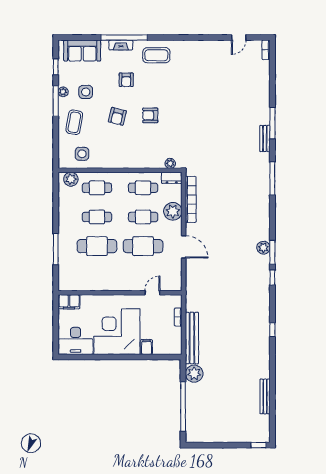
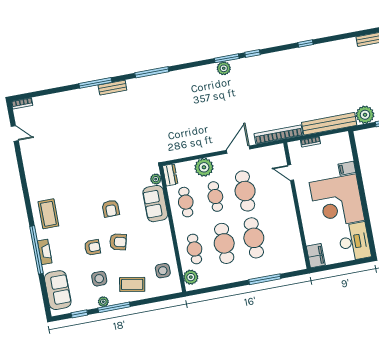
armchair: (126, 80) -> (92, 247), moved
sofa: (147, 159) -> (155, 204), added
bookcase: (191, 199) -> (279, 135), moved
cafe table: (97, 217) -> (224, 243), width x1.37, depth x1.35

